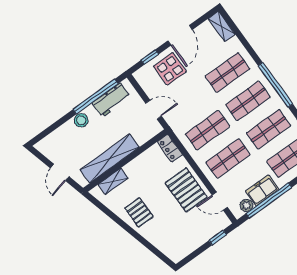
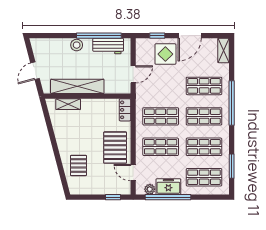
window: (275, 85) -> (232, 103), moved
door: (154, 110) -> (133, 74), hinge flipped
pallet: (139, 212) -> (78, 165), moved

